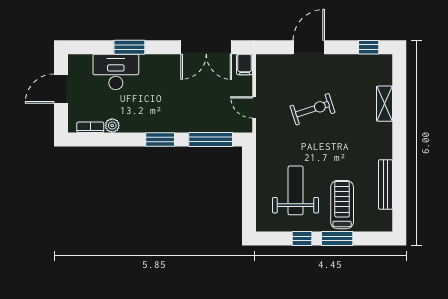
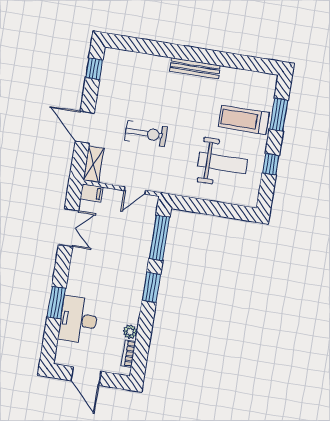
double door: (206, 47) -> (69, 228), width x0.73
shelving: (385, 104) -> (94, 164), moved, turned 90
exercise bike: (313, 109) -> (146, 134), turned 108
bench: (386, 185) -> (195, 68), moved
weight bench: (296, 190) -> (223, 163), turned 180
window: (337, 239) -> (279, 115), moved

